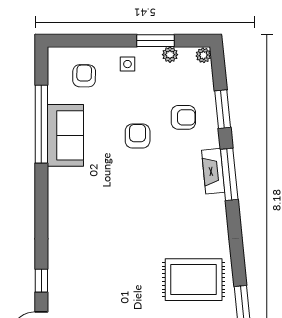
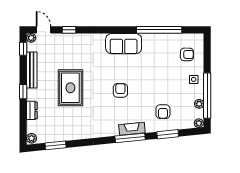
window: (156, 41) -> (207, 96), width x2.11
sofa: (65, 135) -> (124, 44), moved
armchair: (138, 136) -> (120, 90), moved, turned -90
rug: (194, 280) -> (70, 88), moved

